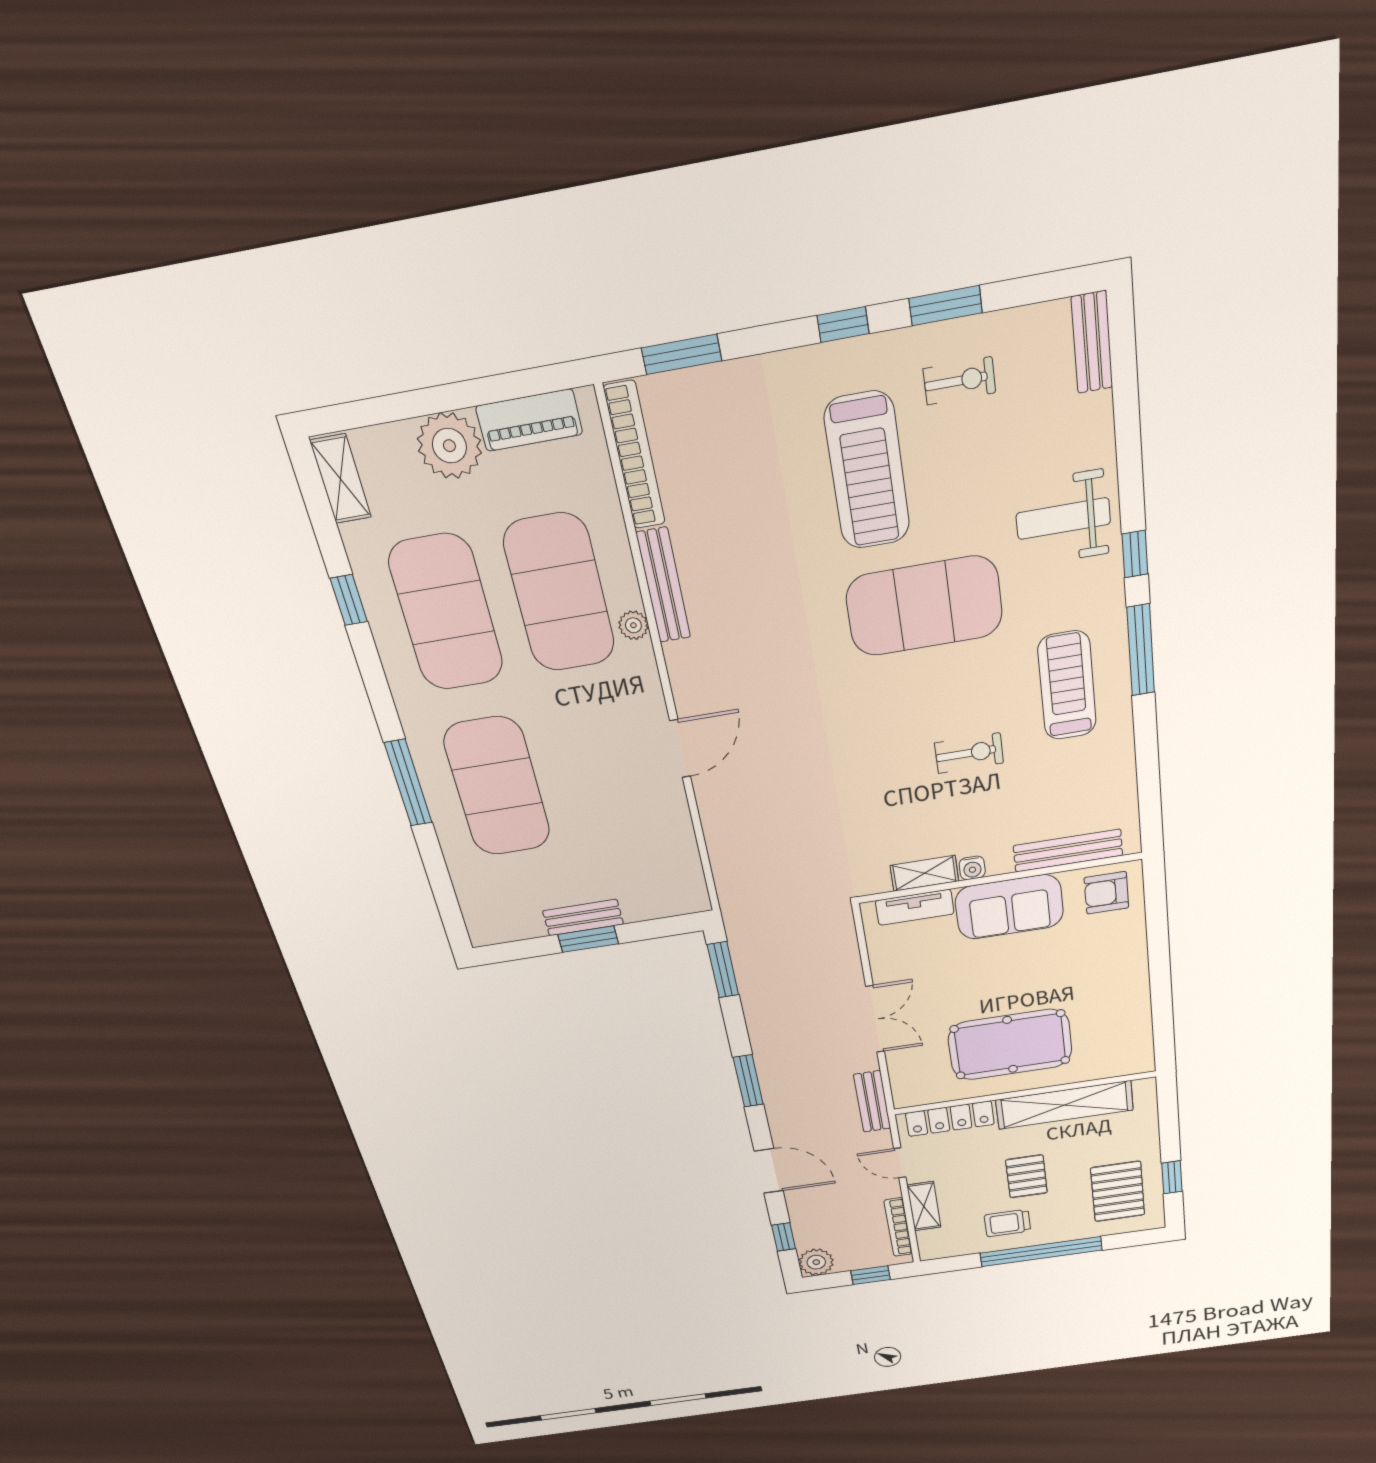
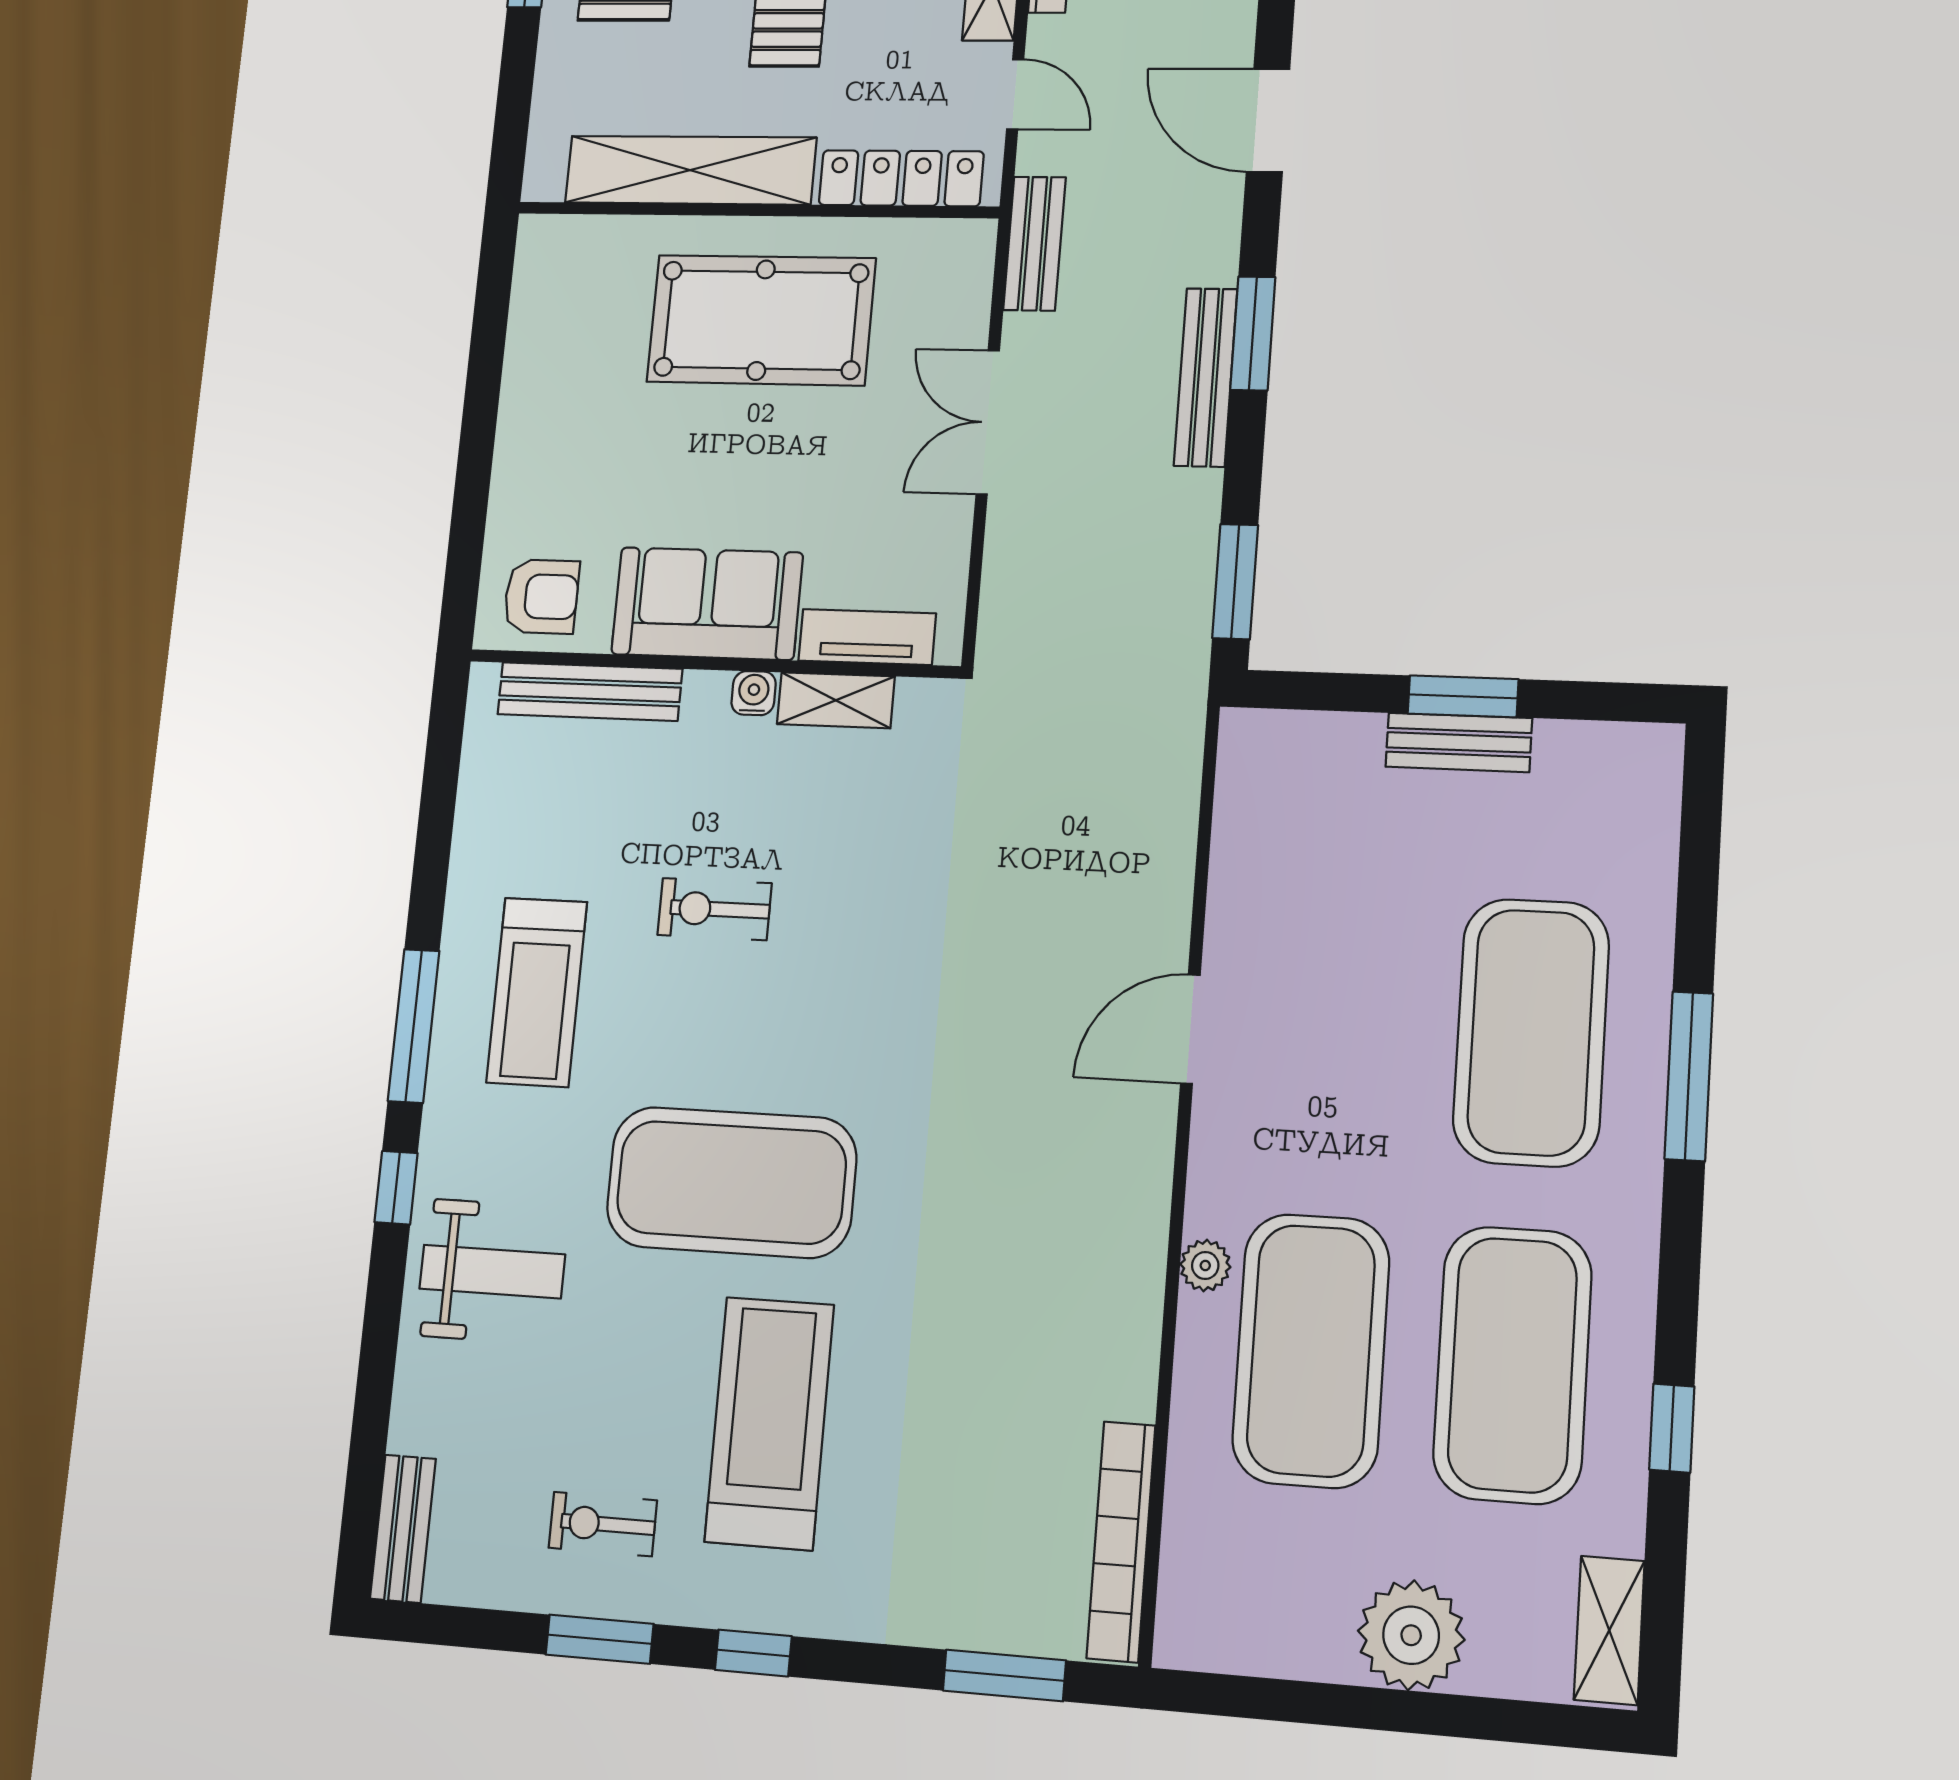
piano: (529, 420) -> (1270, 1640), removed
bench: (663, 585) -> (1206, 377), moved

